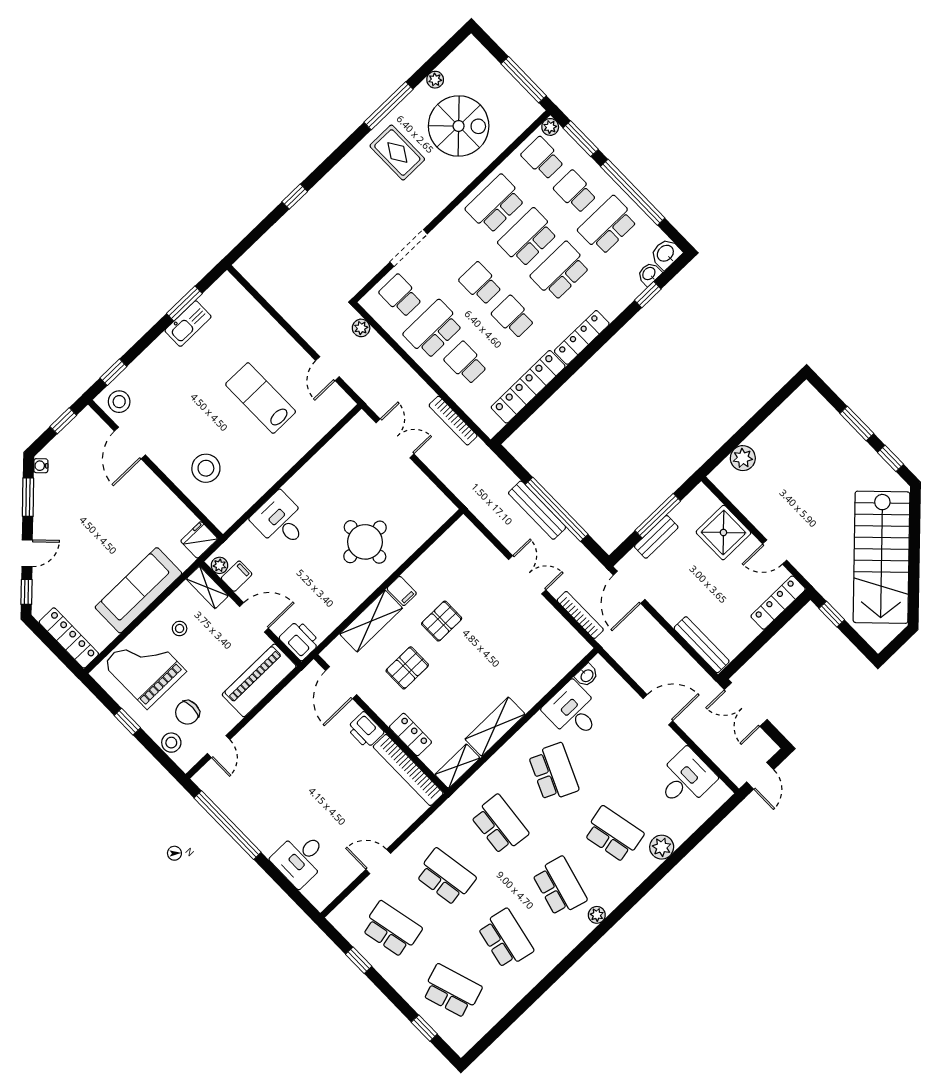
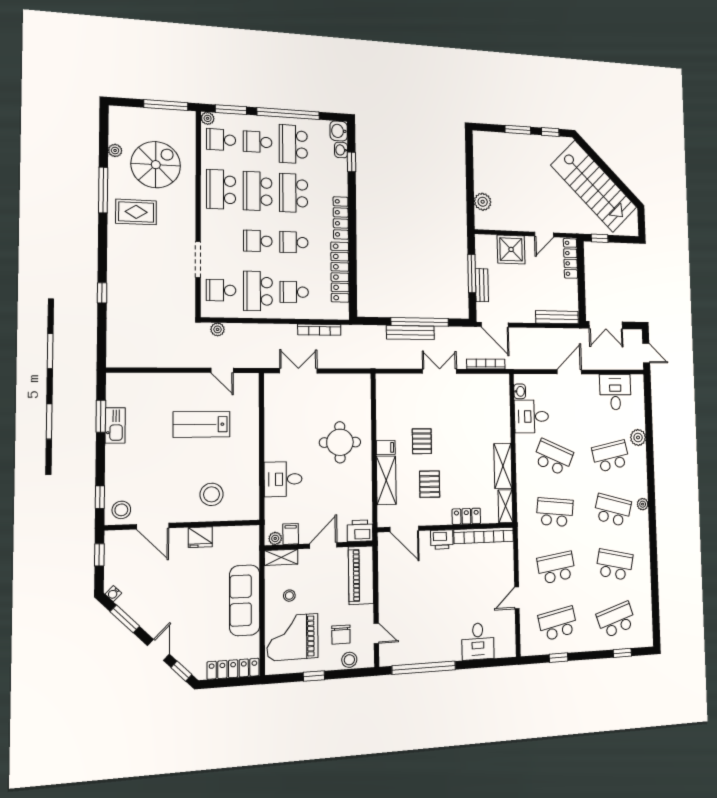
fridge: (199, 540) -> (200, 537), moved, turned -90

